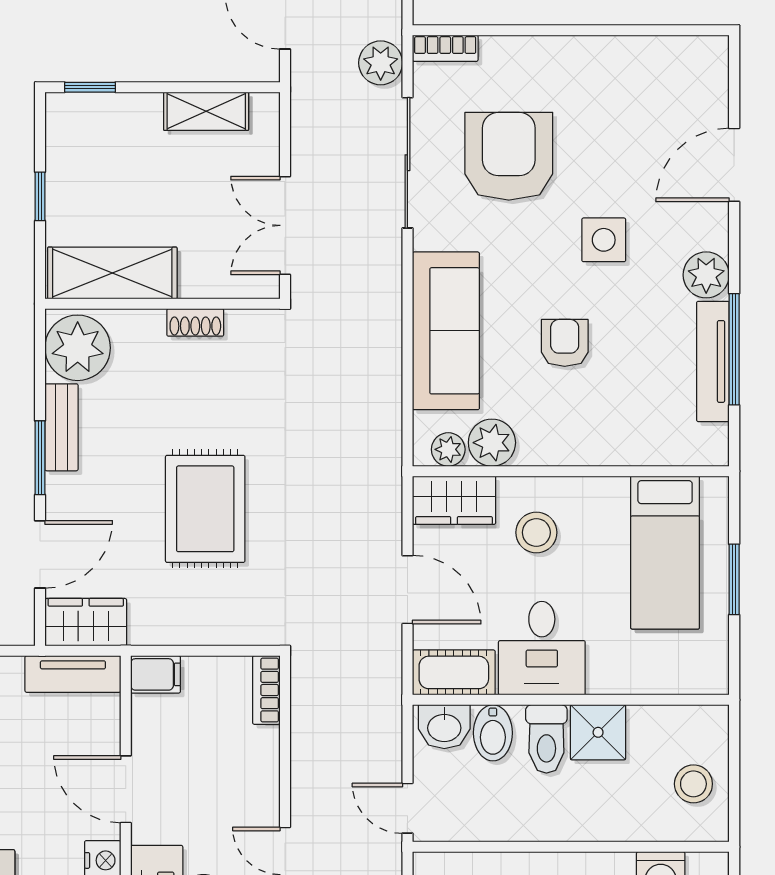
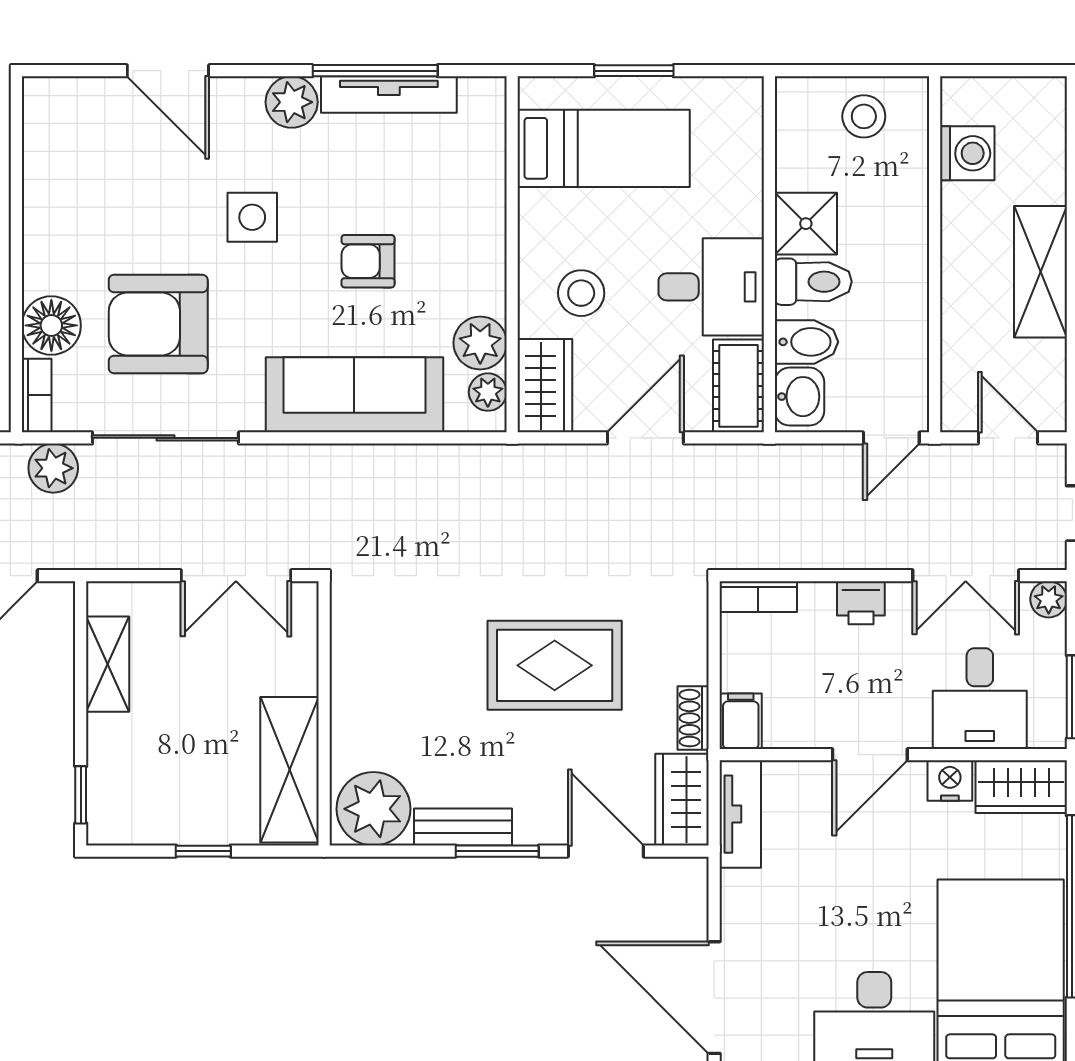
floor lamp: (507, 61) -> (51, 325), added
shoe rack: (195, 322) -> (693, 718), moved, turned 180
printer: (261, 781) -> (861, 603), added

